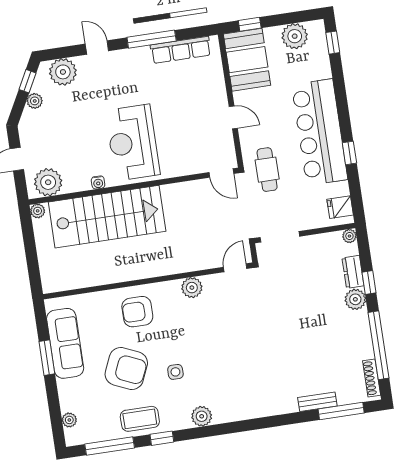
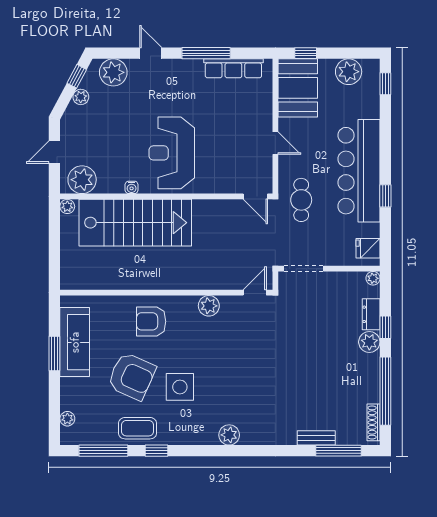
side table: (175, 372) -> (180, 387), width x1.87, depth x1.87
plant: (202, 416) -> (229, 435), moved

